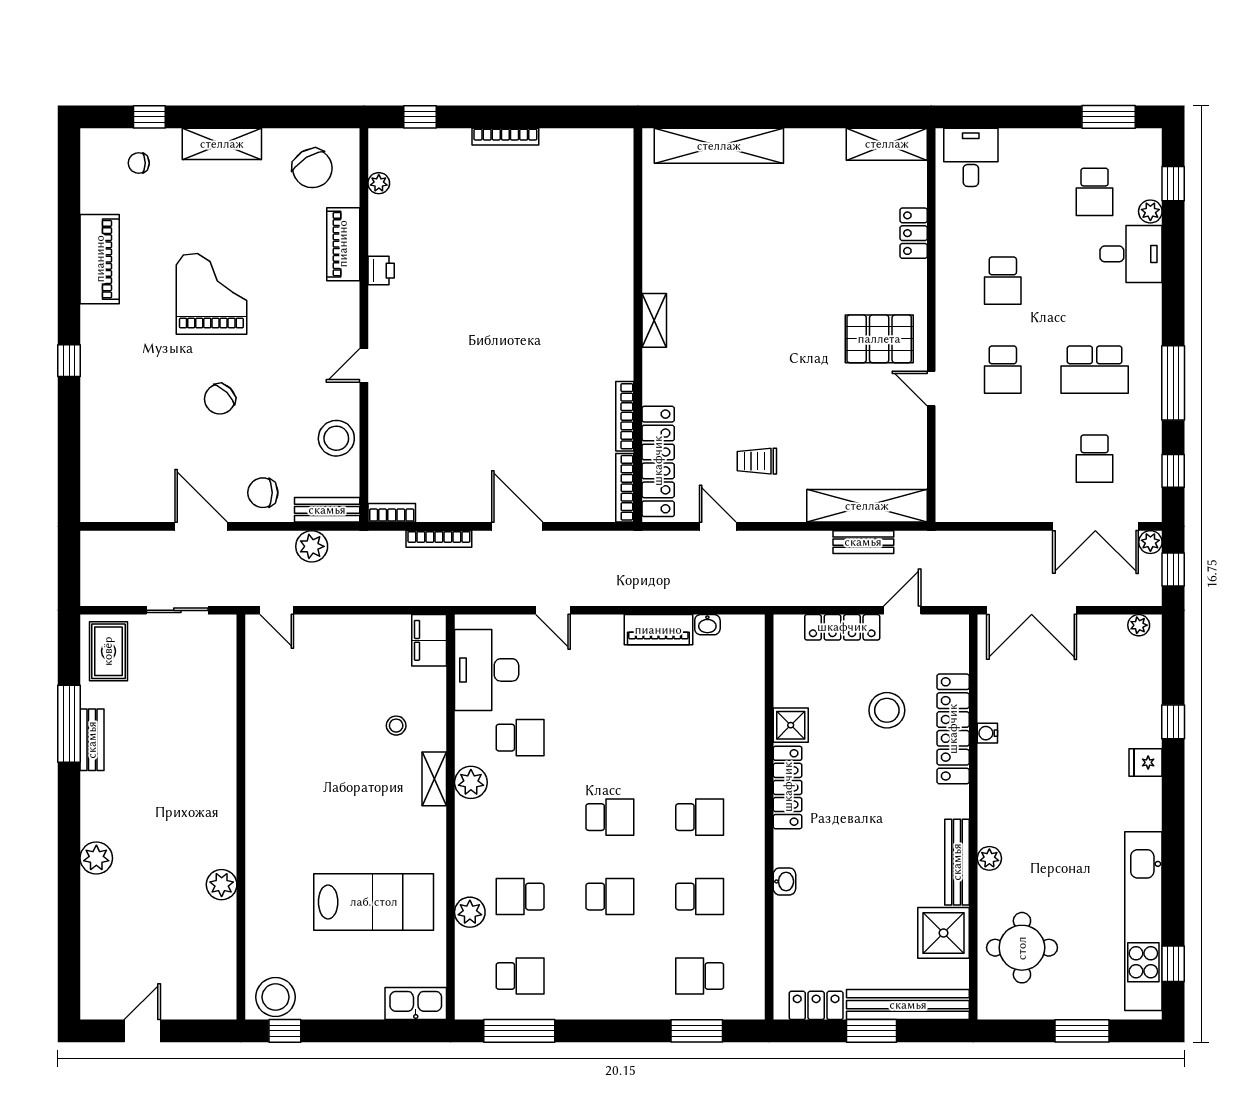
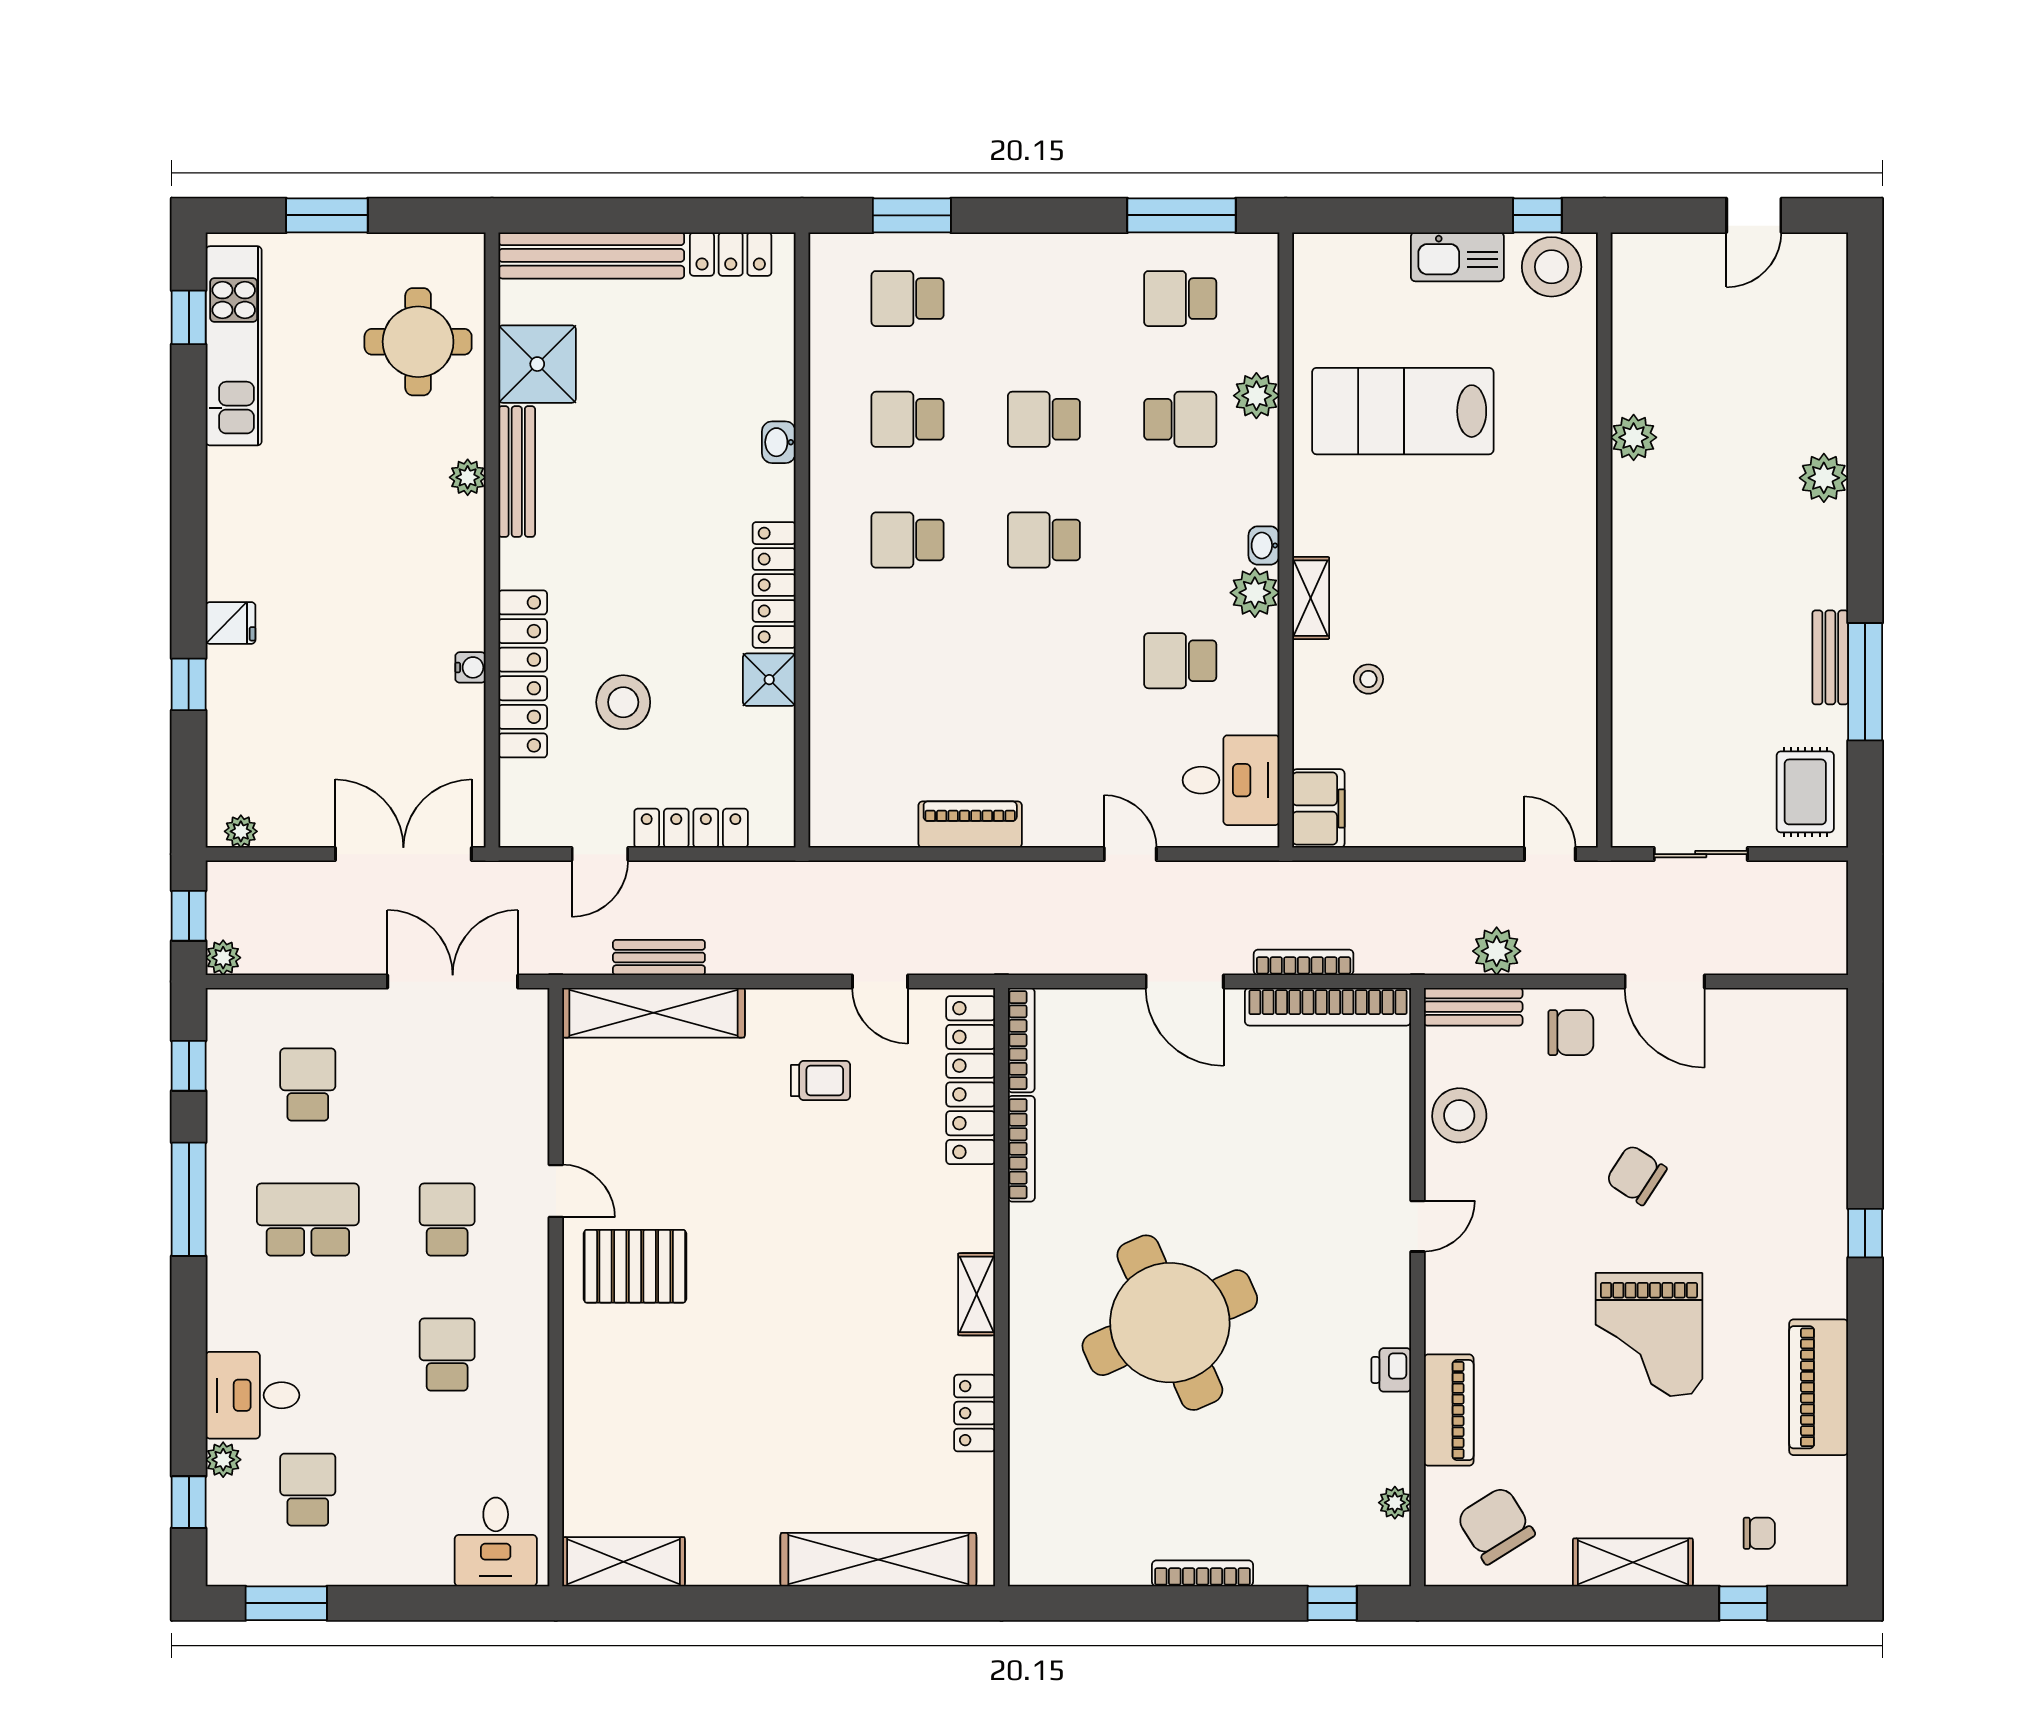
locker: (914, 233) -> (975, 1413), moved, turned 180
round table: (527, 302) -> (1170, 1323), added
chair: (220, 399) -> (1636, 1175), turned -102
bookcase: (392, 513) -> (1328, 1007), width x2.31, depth x1.31
double door: (1095, 526) -> (453, 981), moved
washbasin: (707, 625) -> (1264, 545), moved, turned -90
desk: (487, 670) -> (1231, 780), width x0.73
kitchen unit: (1143, 921) -> (234, 346), width x0.73
school desk: (700, 976) -> (908, 299), turned 180
kitchen sink: (416, 1004) -> (1457, 257), moved
window: (871, 1031) -> (647, 215), removed

